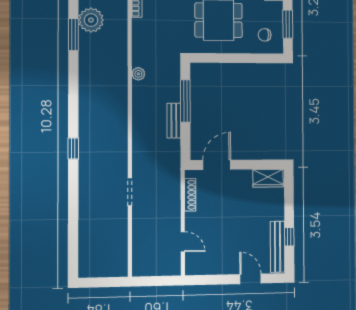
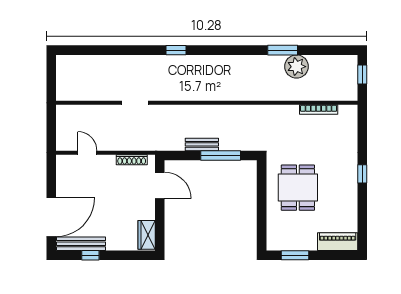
chair: (265, 35) -> (284, 232), removed
plant: (138, 74) -> (246, 111), removed
door: (183, 242) -> (87, 153), swing flipped
door: (251, 279) -> (51, 217), width x1.87

